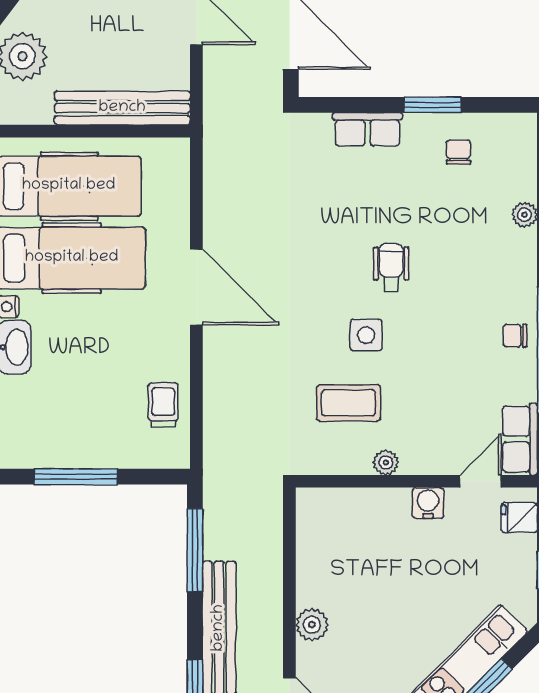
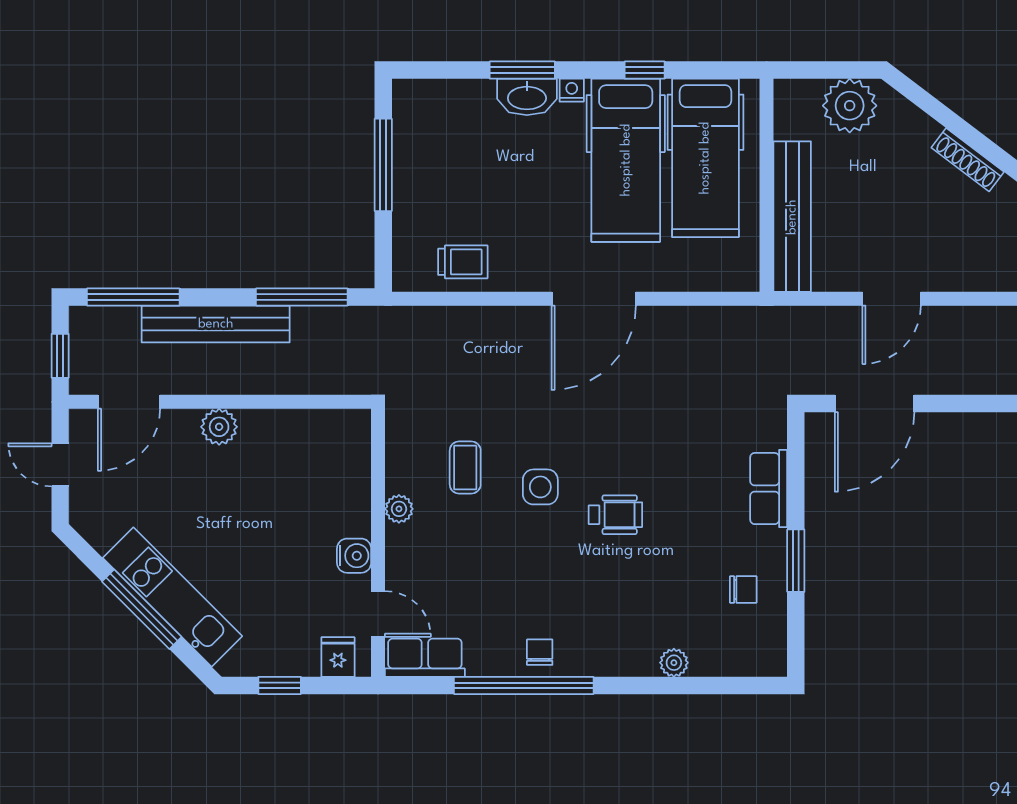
coffee table: (349, 403) -> (465, 468), width x0.73, depth x0.77

